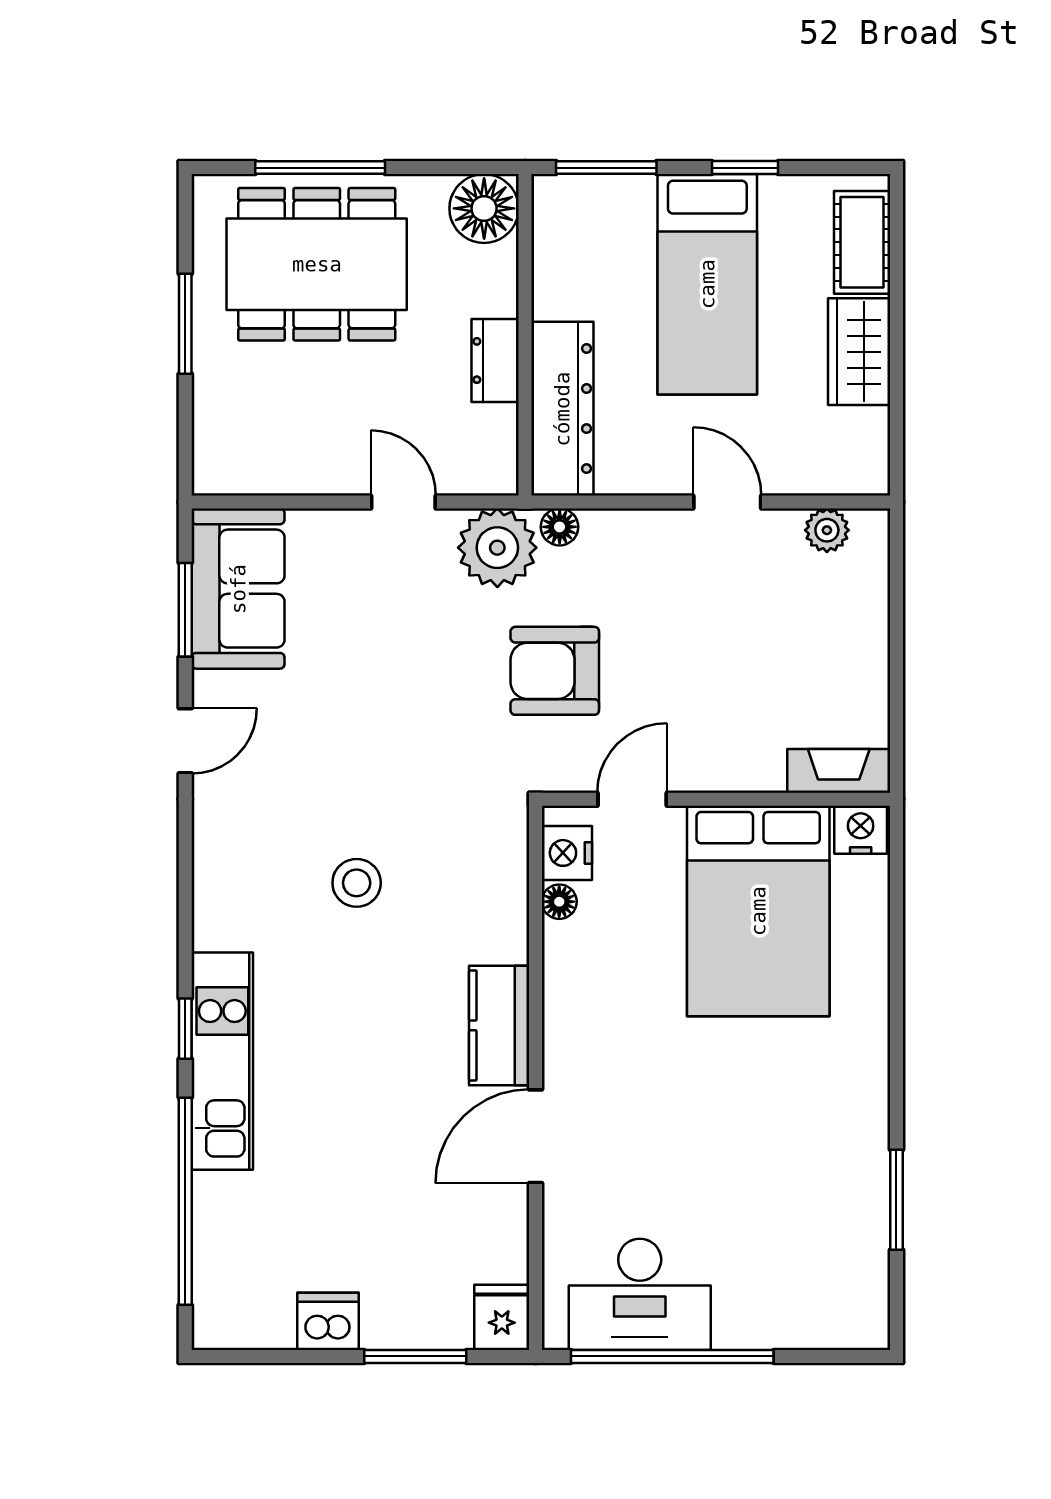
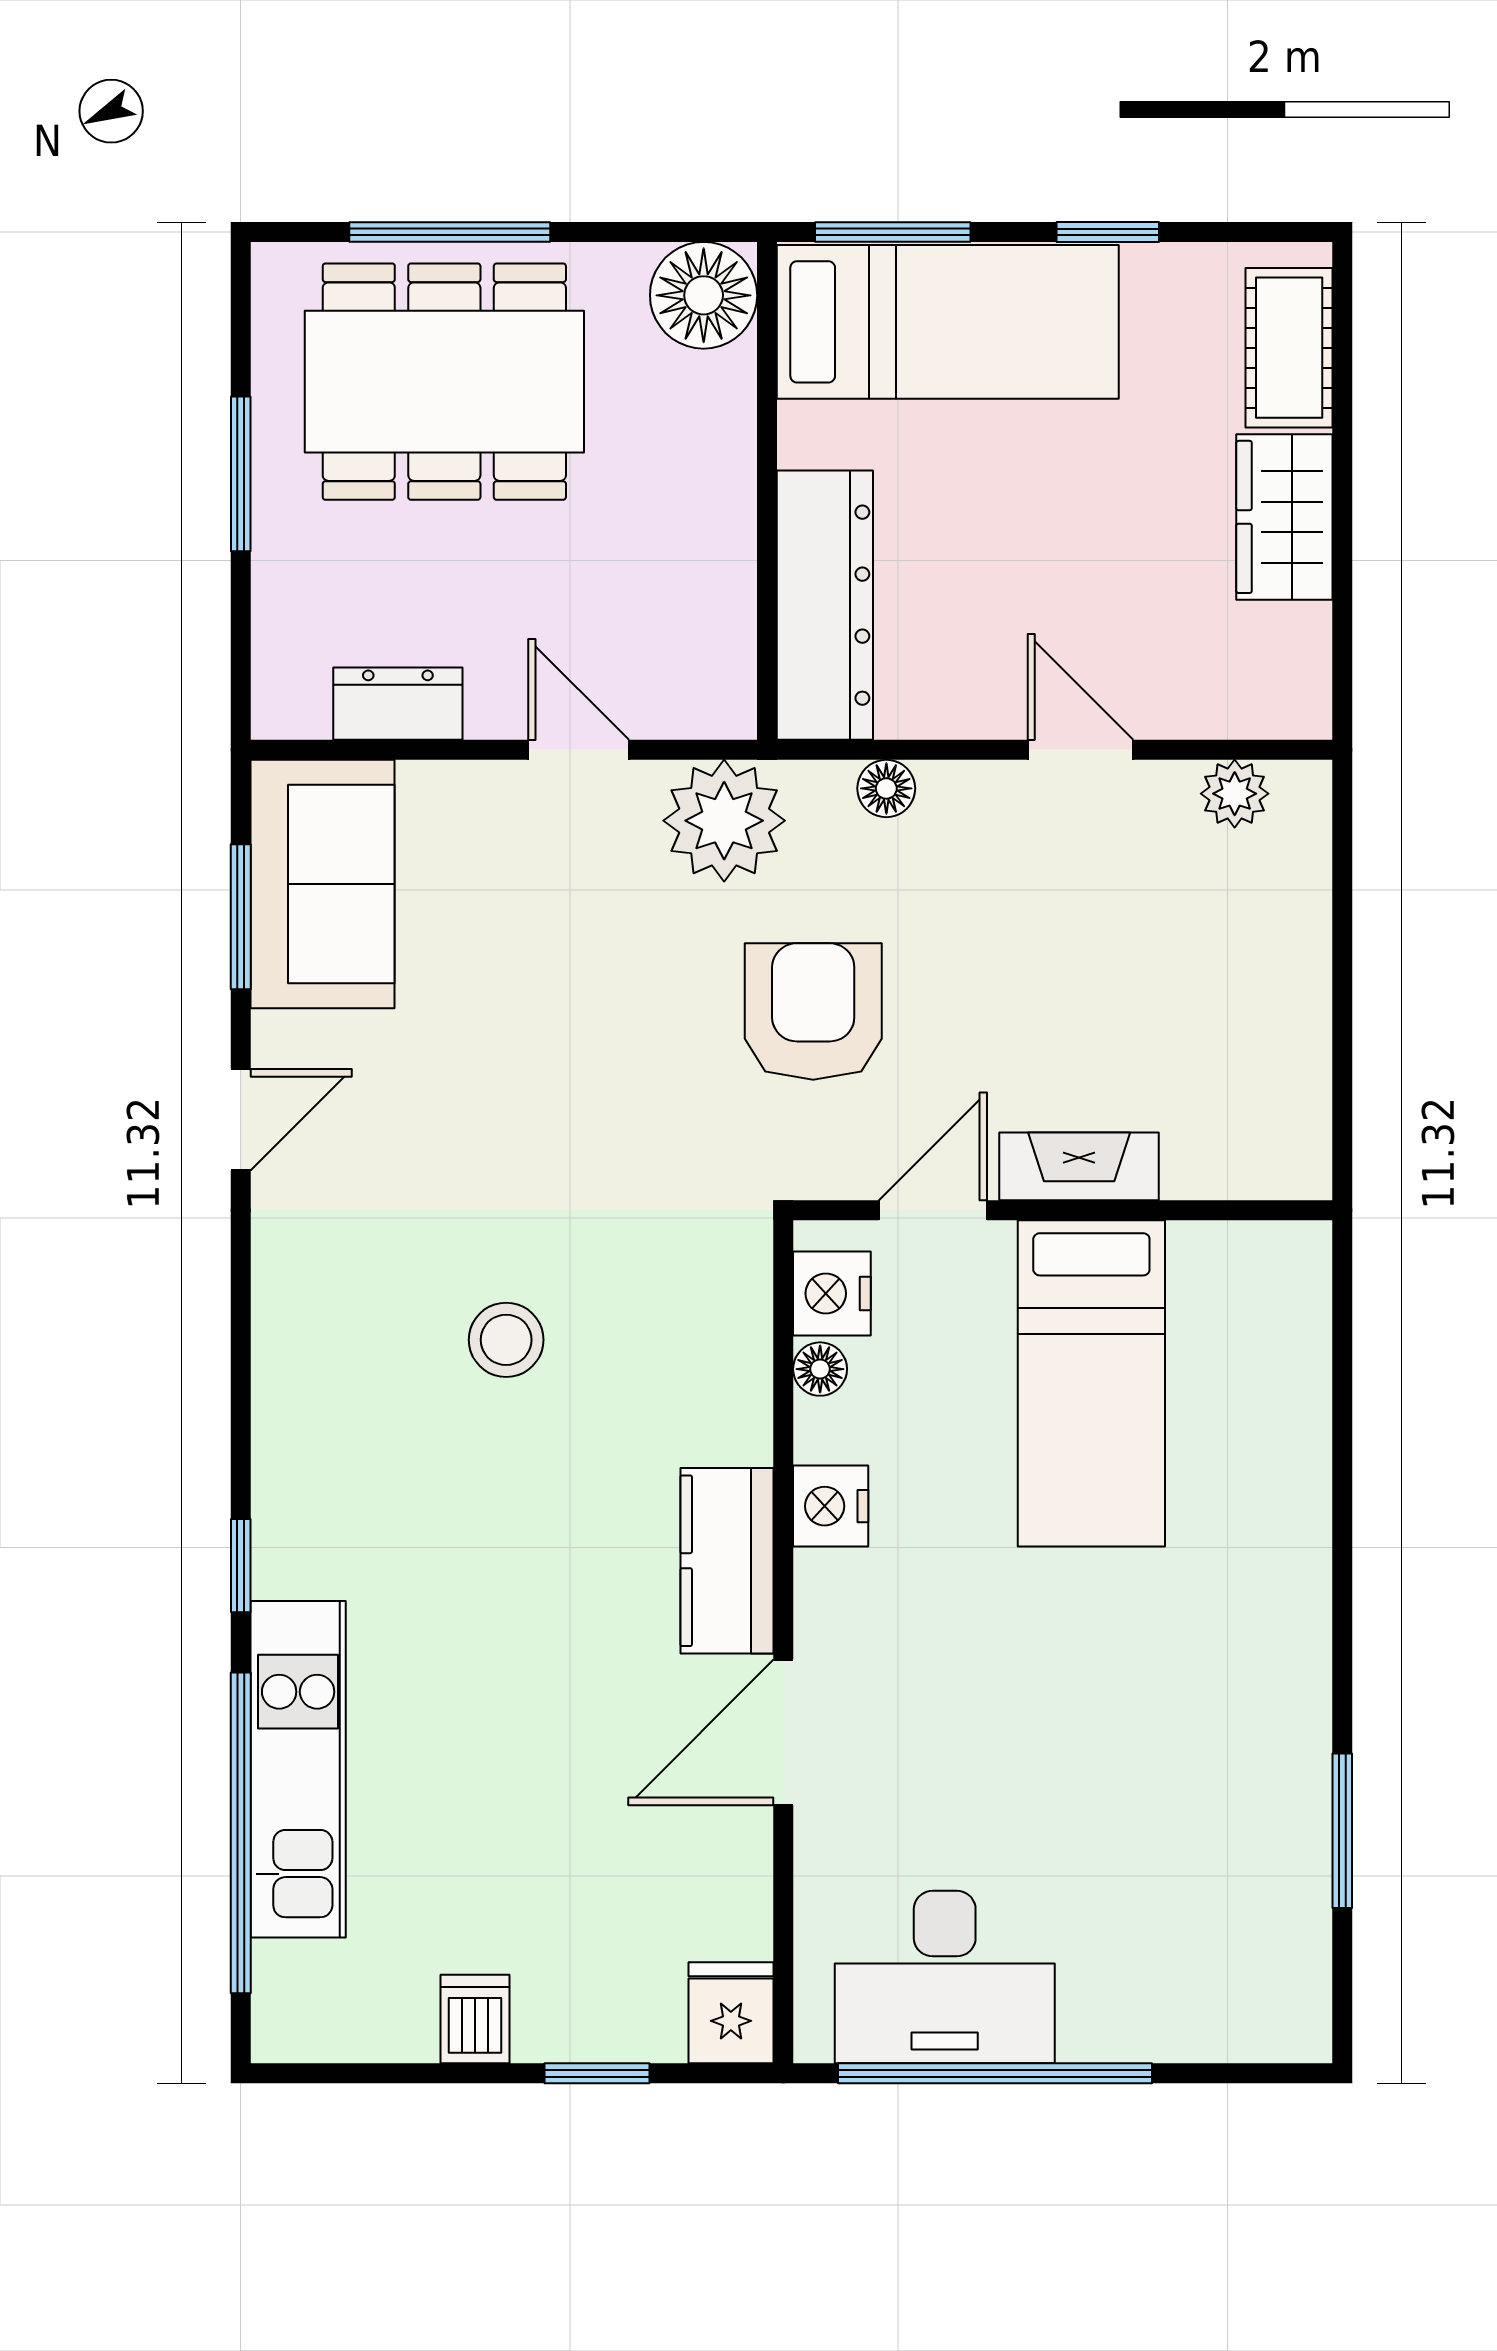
bed: (707, 284) -> (948, 322), moved, turned -90
dresser: (495, 361) -> (398, 704), moved, turned 90
floor lamp: (560, 527) -> (886, 788), moved
armchair: (555, 671) -> (813, 1011), turned 90
fireplace: (839, 771) -> (1079, 1166), moved
nightstand: (861, 830) -> (831, 1506), moved, turned -90
bed: (758, 911) -> (1091, 1383), width x0.67
kitchen unit: (222, 1061) -> (298, 1769), moved
dishwasher: (328, 1321) -> (475, 2019), width x0.73
window: (415, 1356) -> (597, 2073), width x0.67

